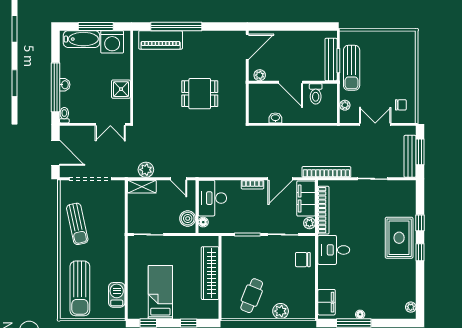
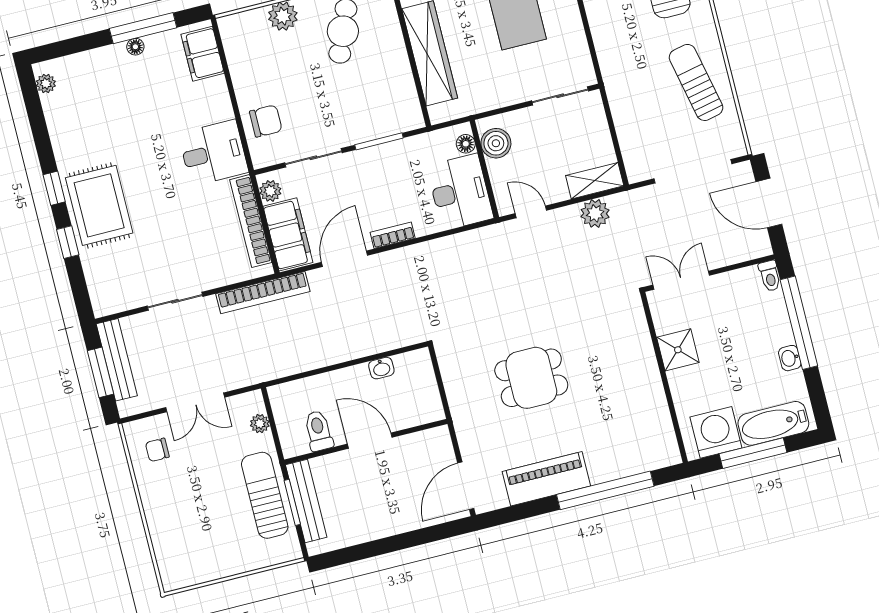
piano: (161, 40) -> (546, 479), moved
plant: (260, 75) -> (430, 439), removed
washbasin: (65, 85) -> (790, 358), moved

